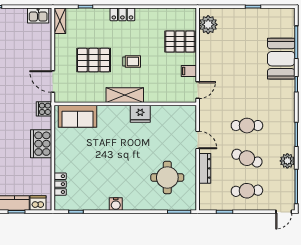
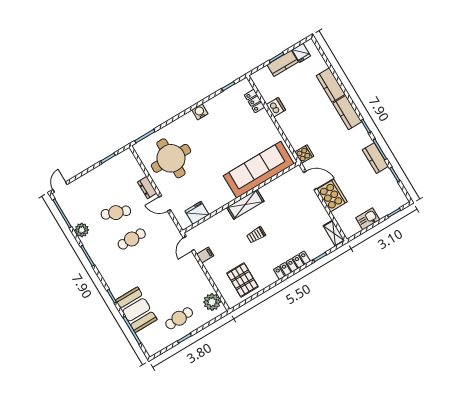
locker: (122, 14) -> (292, 265), width x1.53
kitchen sink: (38, 15) -> (368, 219), moved
pallet: (180, 42) -> (242, 280), moved, turned 90
pallet: (94, 60) -> (288, 218), removed
fridge: (140, 114) -> (197, 213), moved
sofa: (78, 116) -> (259, 170), width x1.85, depth x1.27
cooker: (41, 144) -> (332, 196), moved
dresser: (205, 168) -> (147, 188), width x0.70
round table: (167, 177) -> (171, 158), width x1.36, depth x1.36
cafe table: (247, 191) -> (179, 318), moved
dishwasher: (38, 203) -> (276, 107), moved, turned -90

